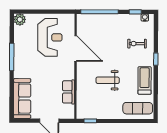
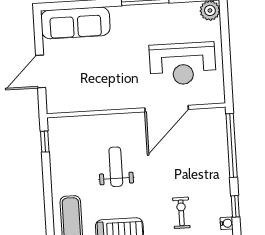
row of seats: (69, 92) -> (92, 101), removed

